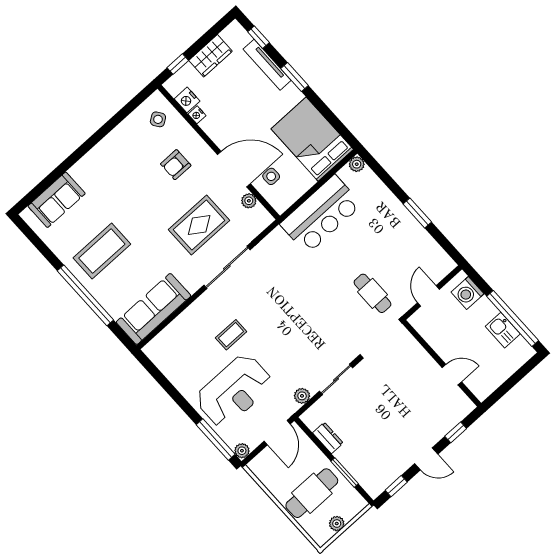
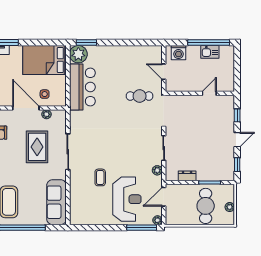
plant: (357, 164) -> (78, 54), width x1.88, depth x1.88
door: (234, 169) -> (26, 108), hinge flipped
window: (417, 213) -> (86, 43), moved
door: (277, 433) -> (164, 197), swing flipped

